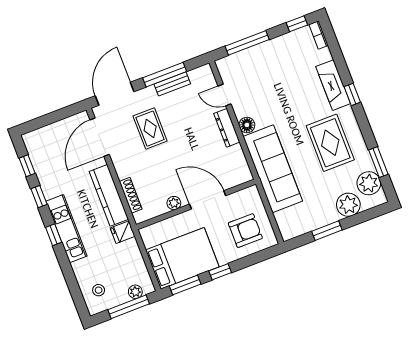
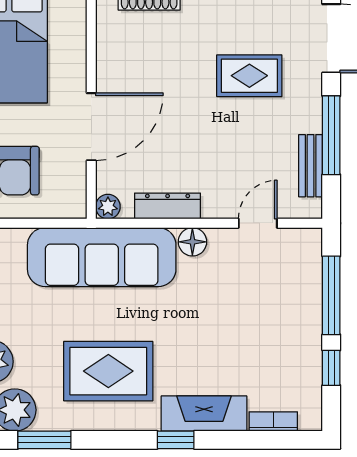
window: (297, 24) -> (331, 368), moved
bookcase: (319, 35) -> (273, 422), moved
bench: (172, 84) -> (311, 166), moved
dresser: (227, 128) -> (168, 206), moved
plant: (174, 203) -> (108, 207), moved

